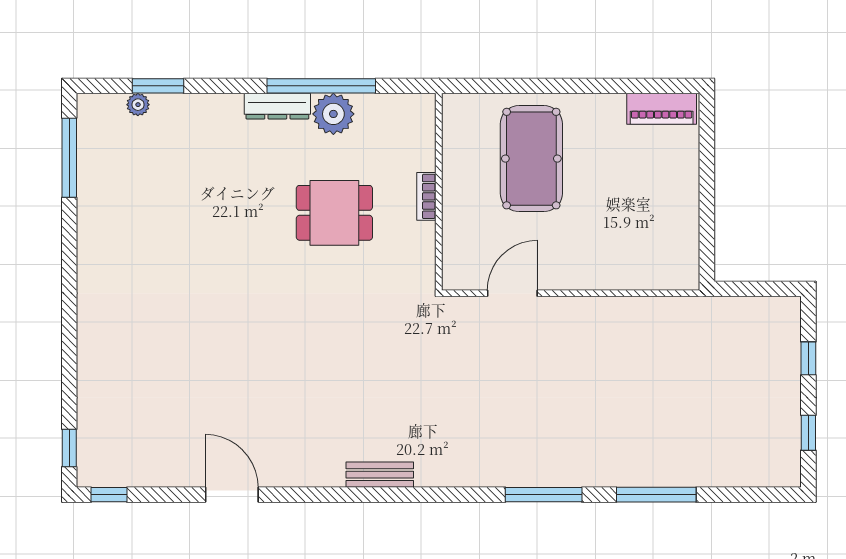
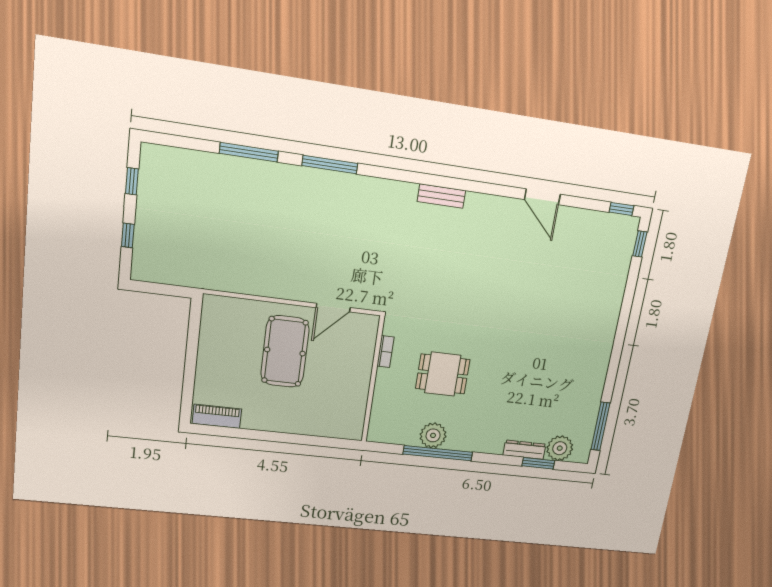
plant: (138, 105) -> (560, 448), width x1.87, depth x1.87
dresser: (277, 106) -> (524, 450), moved
pool table: (531, 159) -> (285, 352), moved
bookcase: (426, 196) -> (385, 352), moved

